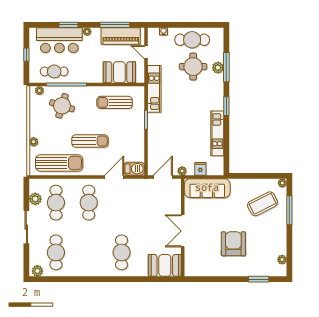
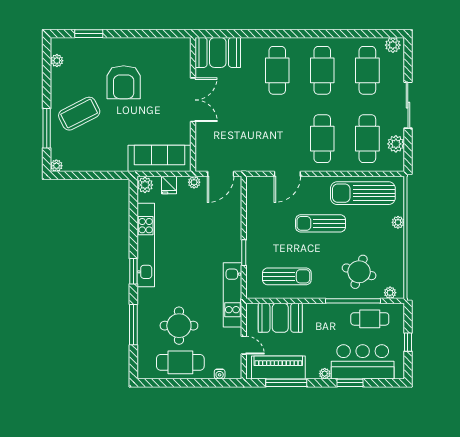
plant: (218, 68) -> (145, 185), moved
kitchen unit: (217, 133) -> (146, 245), width x1.36
barbecue: (134, 169) -> (260, 185), removed
coffee table: (263, 204) -> (79, 114), moved
cafe table: (89, 252) -> (322, 70), added

